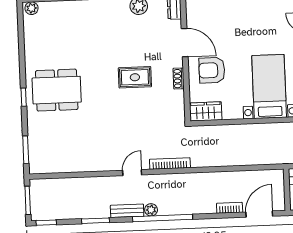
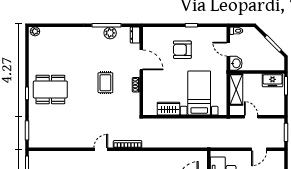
armchair: (212, 70) -> (182, 50), moved
rug: (135, 77) -> (105, 83), turned 90
wardrobe: (206, 111) -> (168, 109), moved

